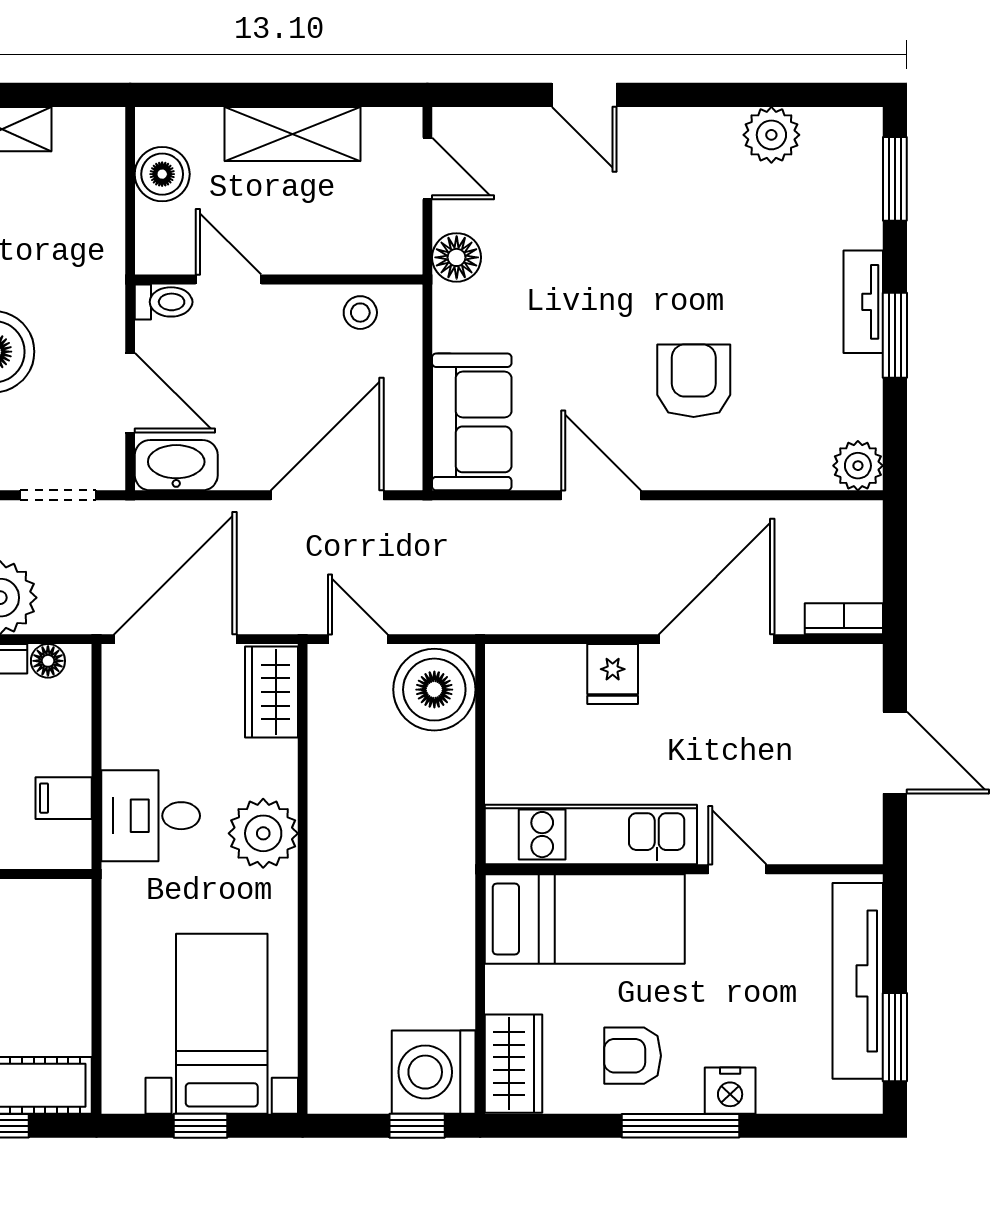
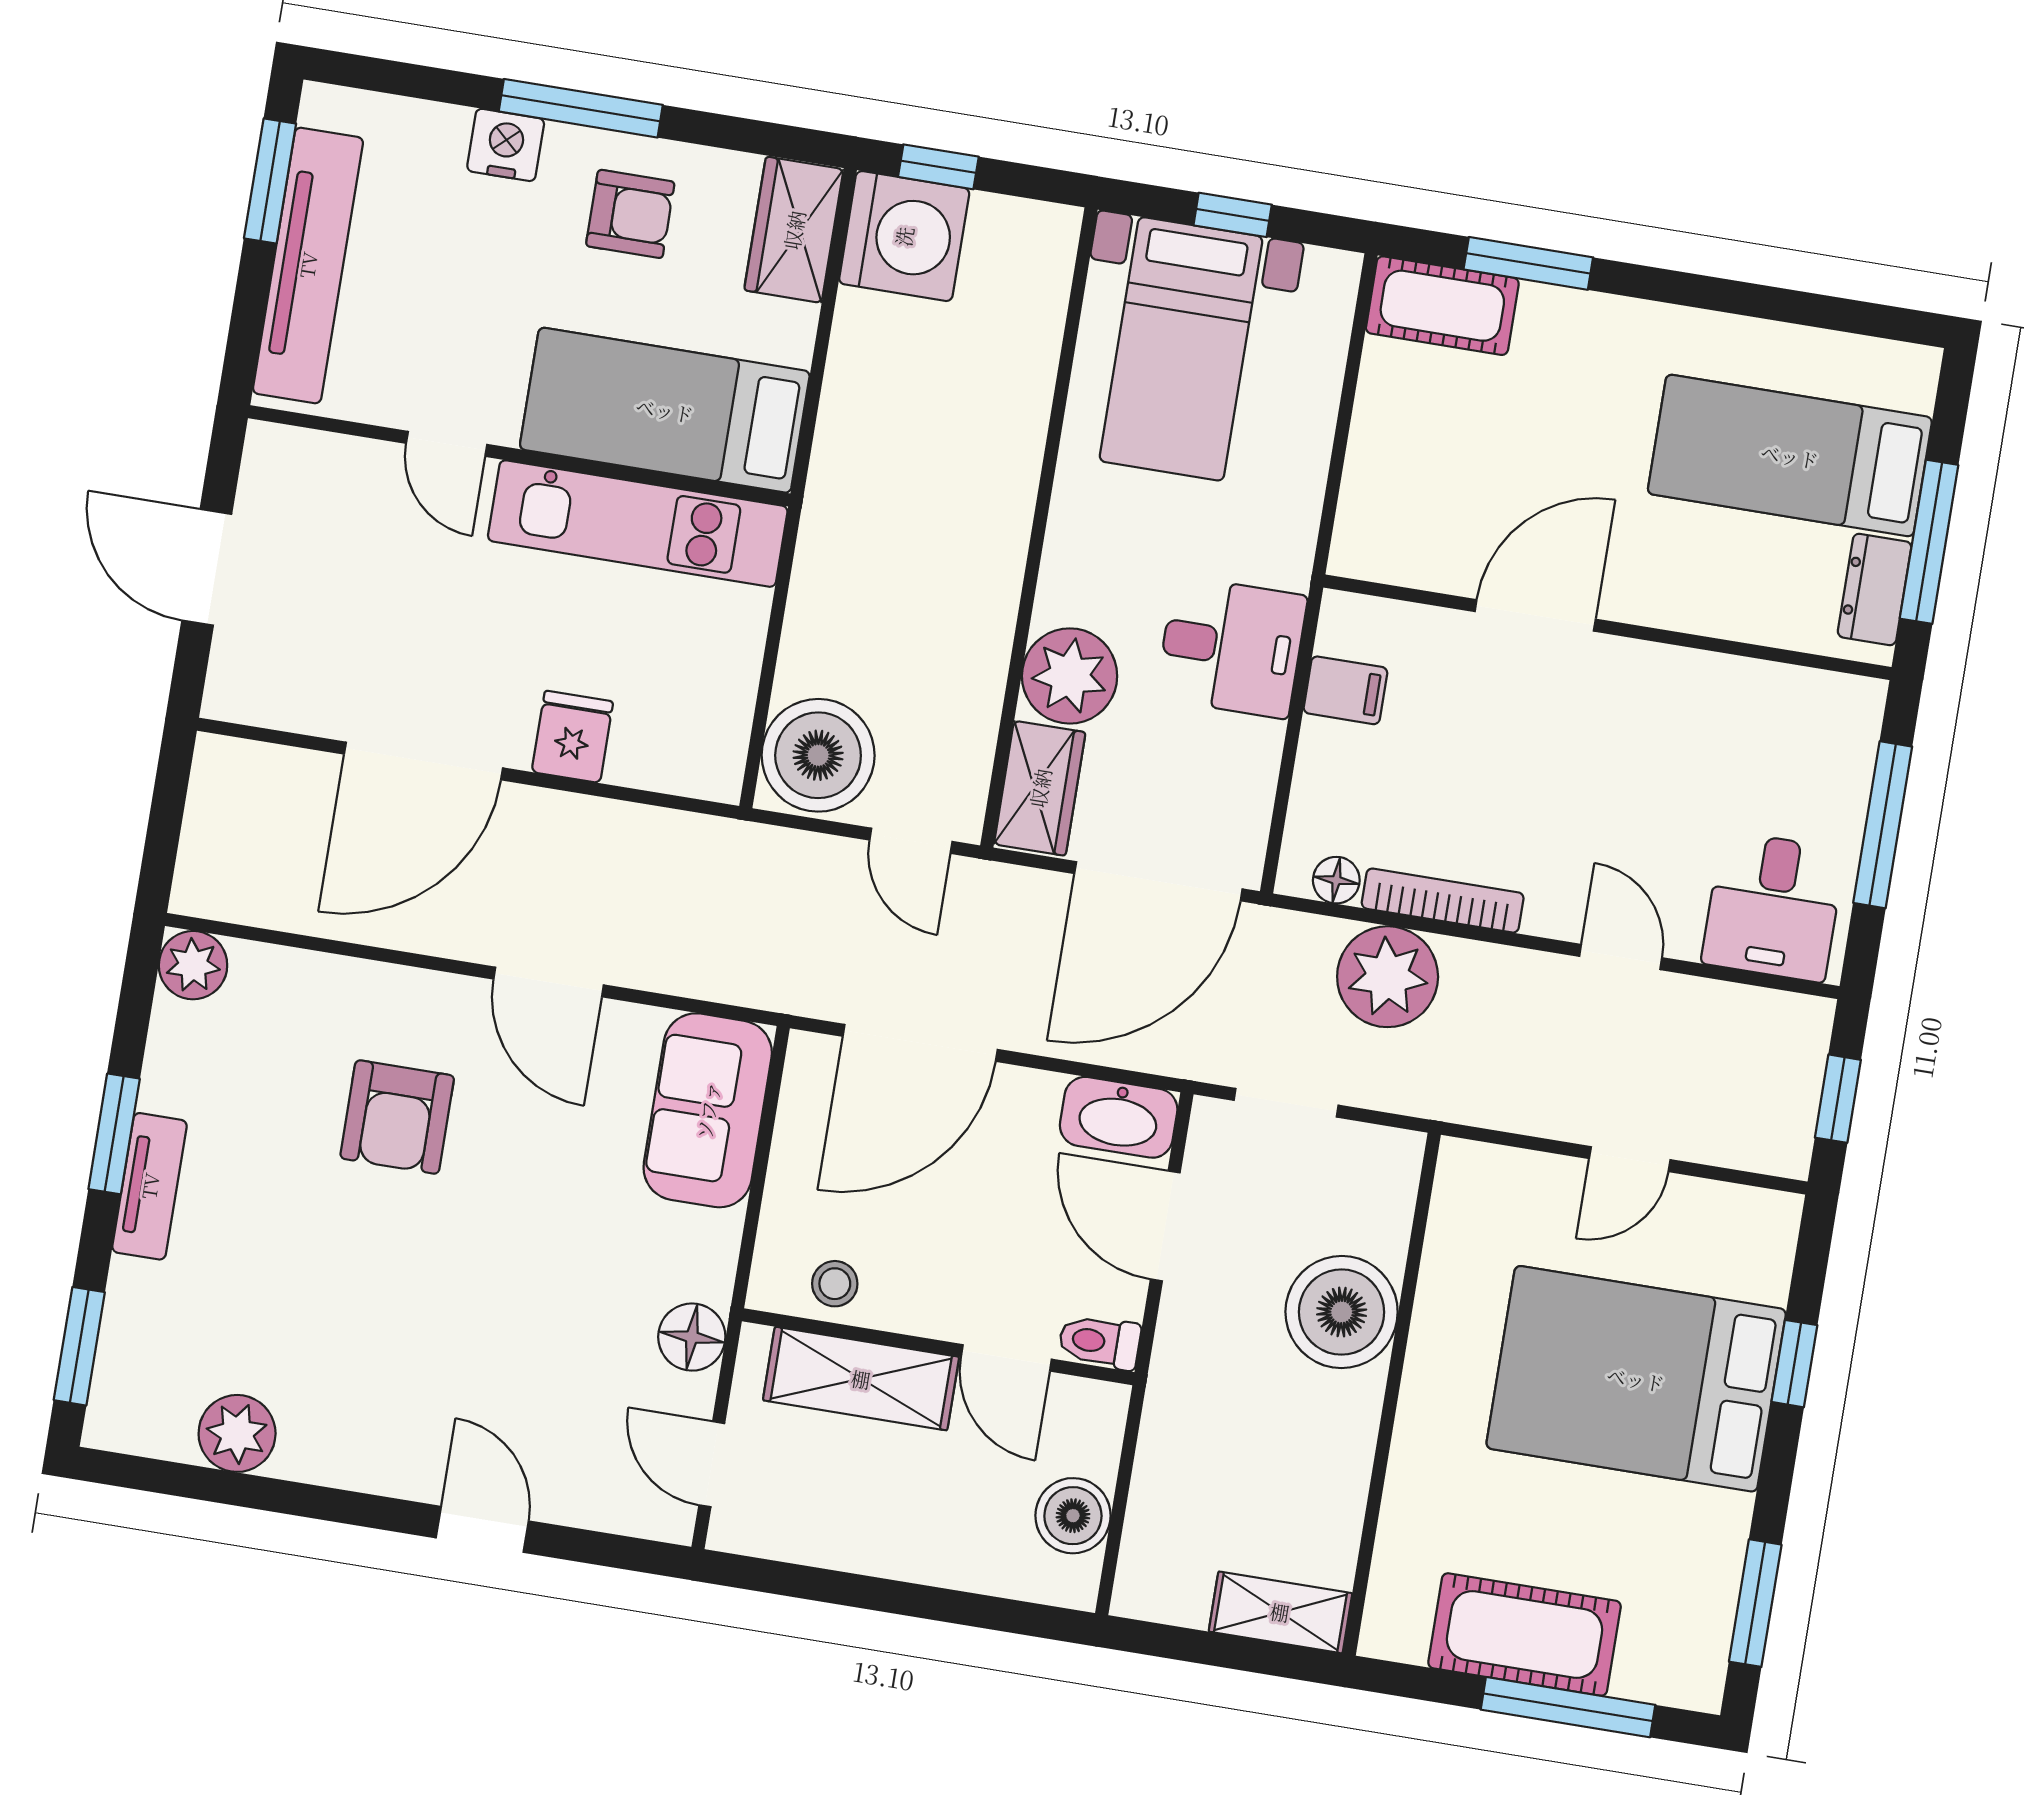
shelving: (293, 134) -> (861, 1379), moved
bookcase: (844, 619) -> (246, 760), removed
plant: (263, 833) -> (1070, 676), moved

